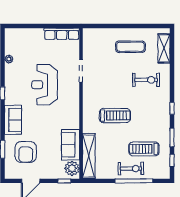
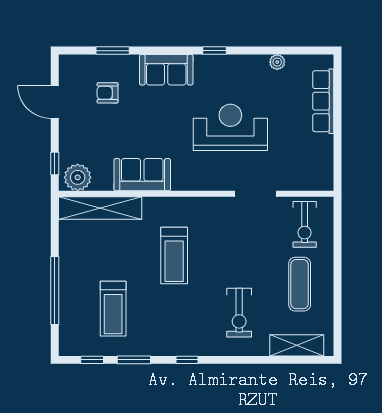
row of seats: (62, 34) -> (323, 101), moved
sofa: (71, 145) -> (142, 175), moved
treadmill: (144, 149) -> (113, 309), turned 180
armchair: (26, 152) -> (108, 93), width x0.53, depth x0.53
exercise bike: (131, 169) -> (305, 224), moved

